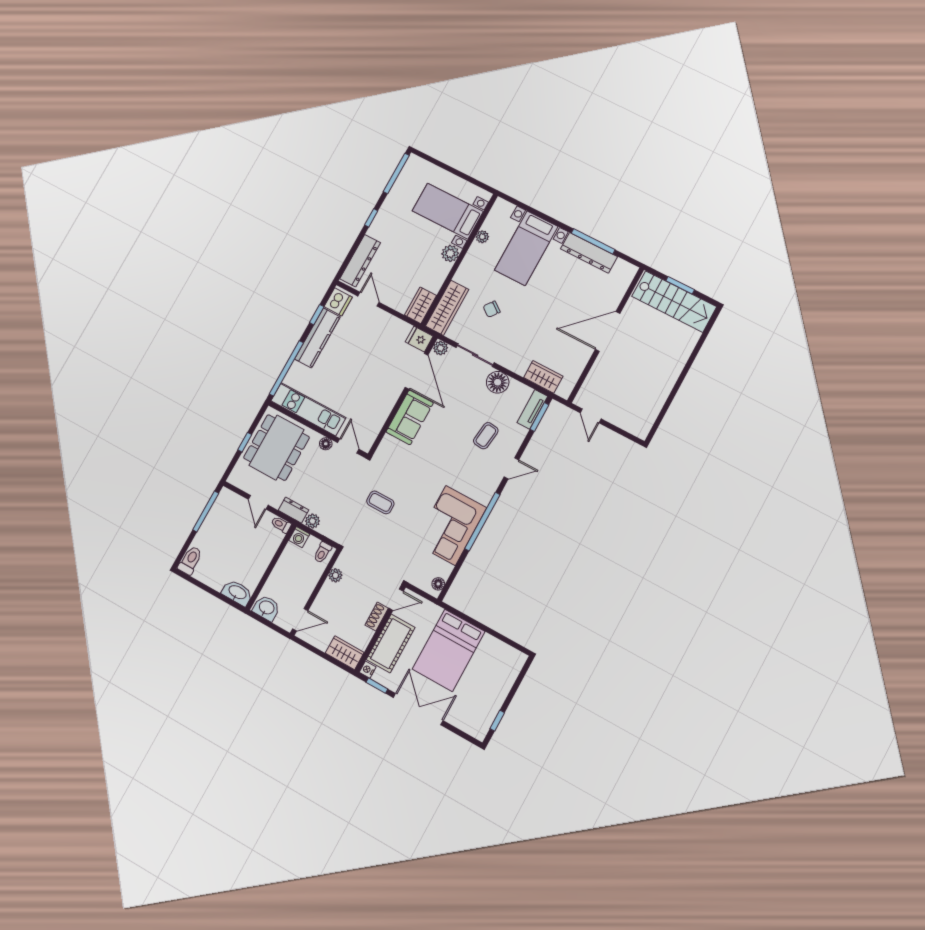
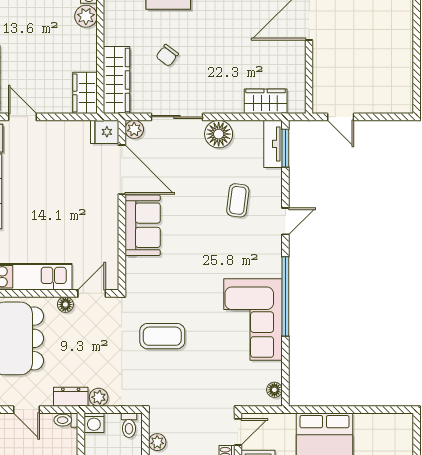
door: (348, 446) -> (92, 293), hinge flipped
coffee table: (380, 502) -> (162, 336), width x1.36, depth x1.30

